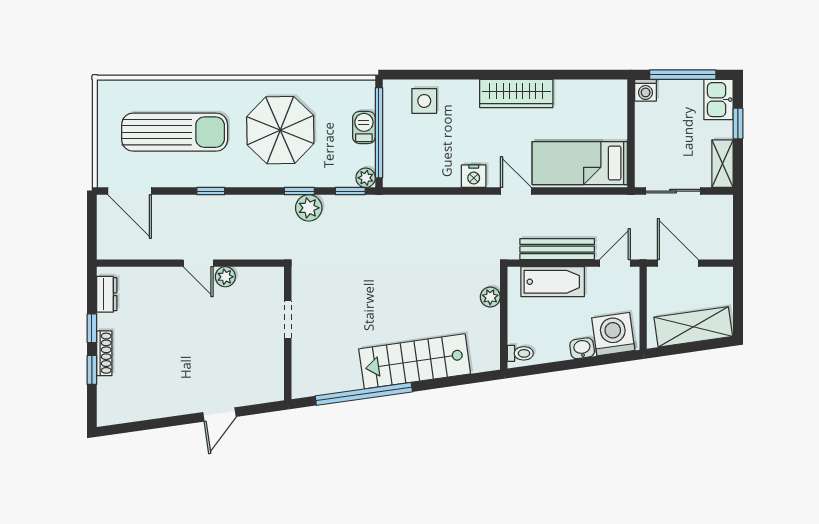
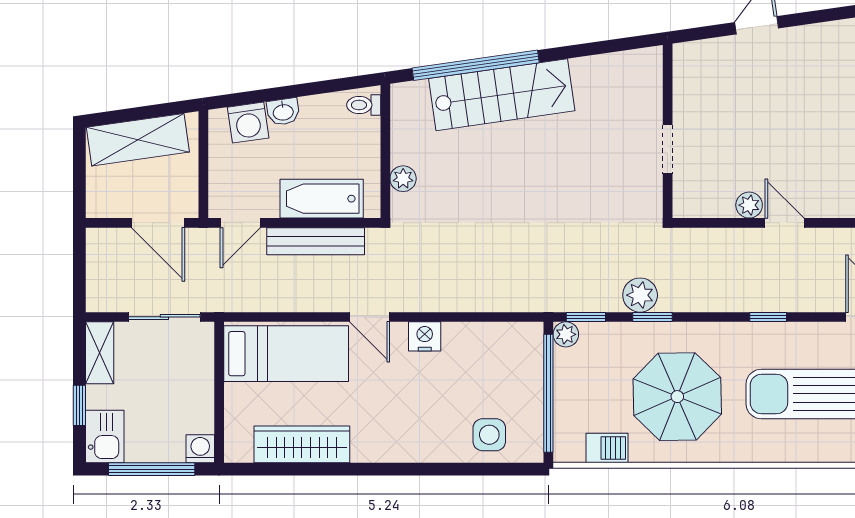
wardrobe: (516, 94) -> (302, 444), moved
barbecue: (364, 127) -> (607, 448), moved, turned -90
washing machine: (613, 334) -> (248, 123), width x0.73, depth x0.73
window: (364, 394) -> (476, 65), moved

